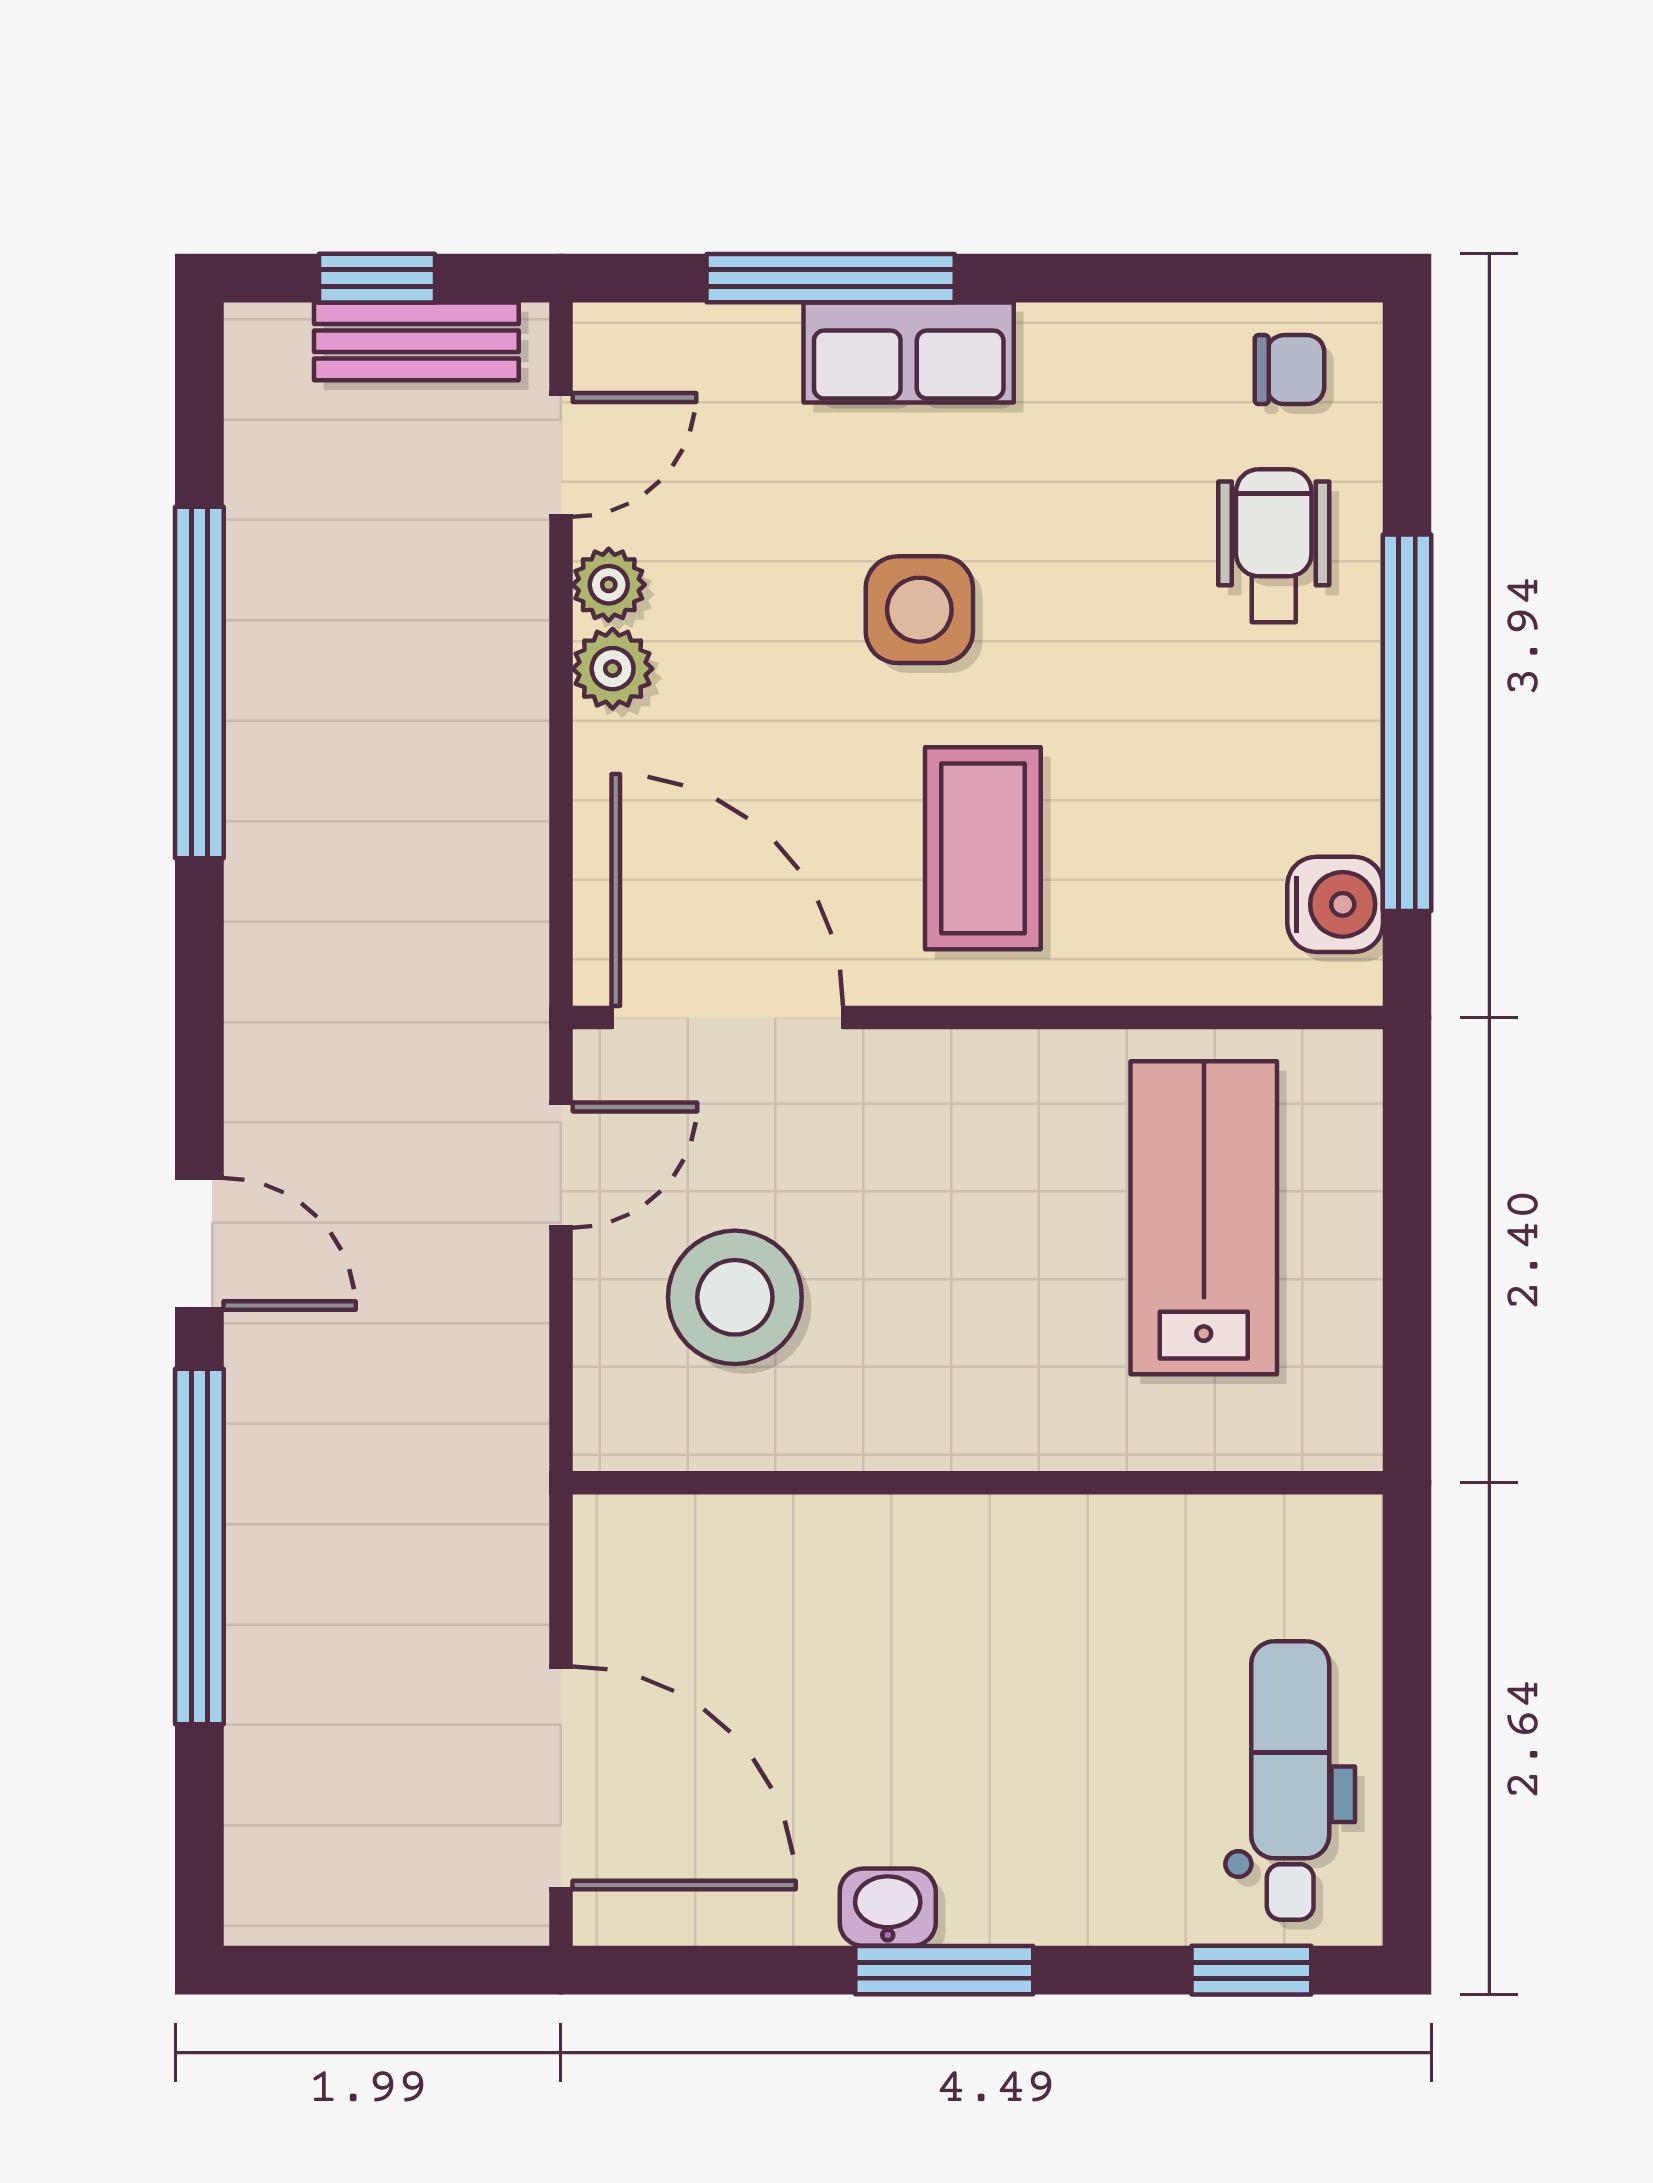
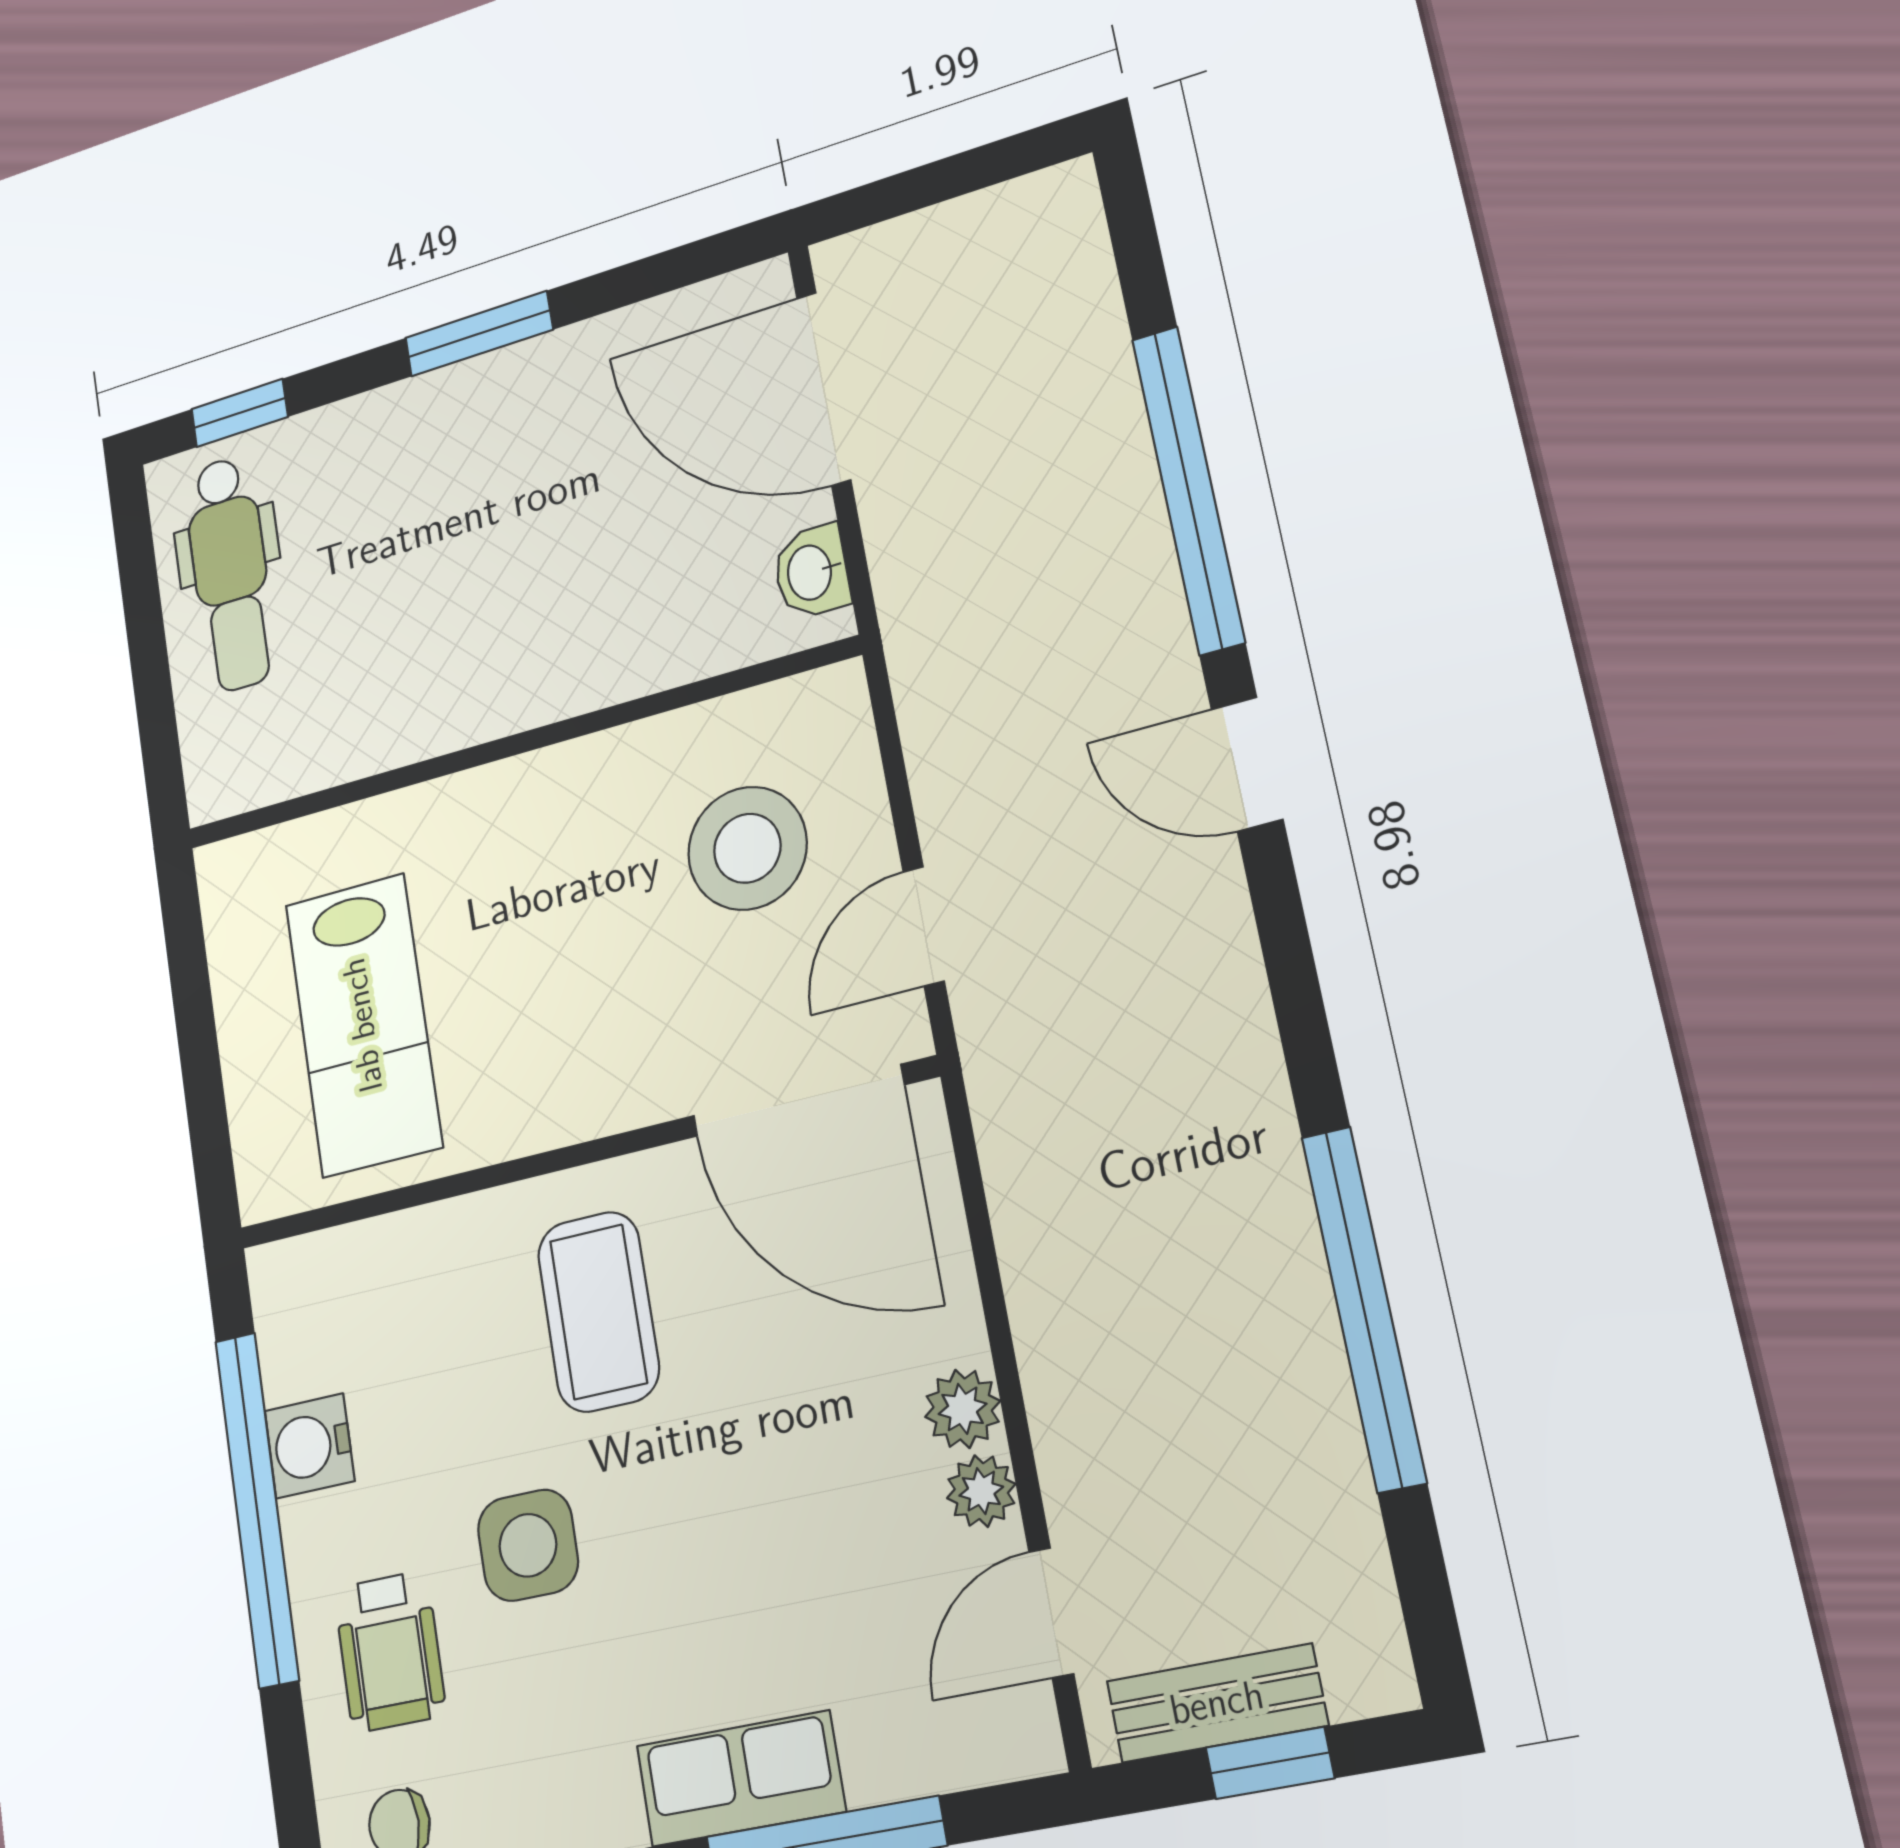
side table: (919, 610) -> (528, 1545), moved
water cooler: (1335, 904) -> (310, 1446), moved
washbasin: (888, 1907) -> (811, 572), moved, turned 90

